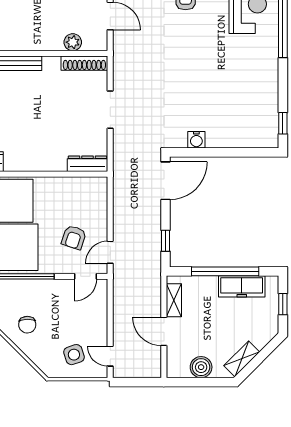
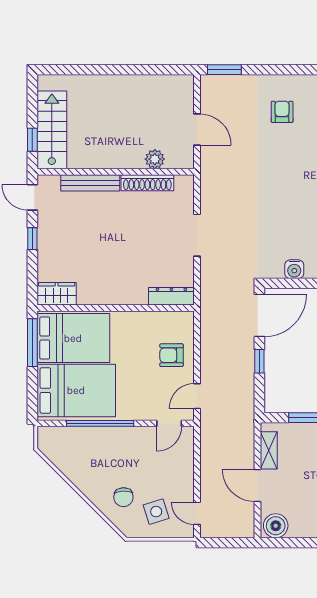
shoe rack: (84, 63) -> (147, 183), moved
armchair: (74, 237) -> (171, 355), moved, turned 72
window: (165, 241) -> (259, 361), moved
chair: (27, 325) -> (123, 497), moved
boiler: (201, 367) -> (276, 526), moved

